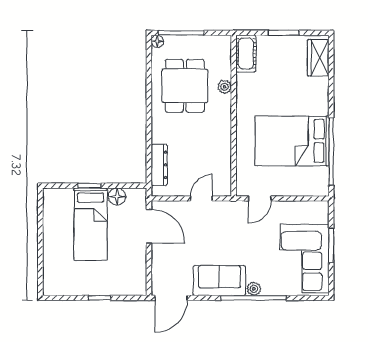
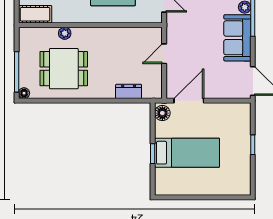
dresser: (159, 165) -> (129, 91), width x0.70
floor lamp: (117, 196) -> (162, 113), moved
door: (202, 199) -> (164, 54), hinge flipped

